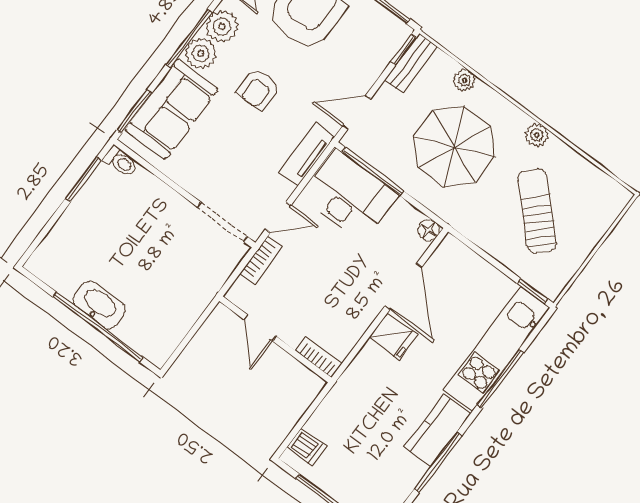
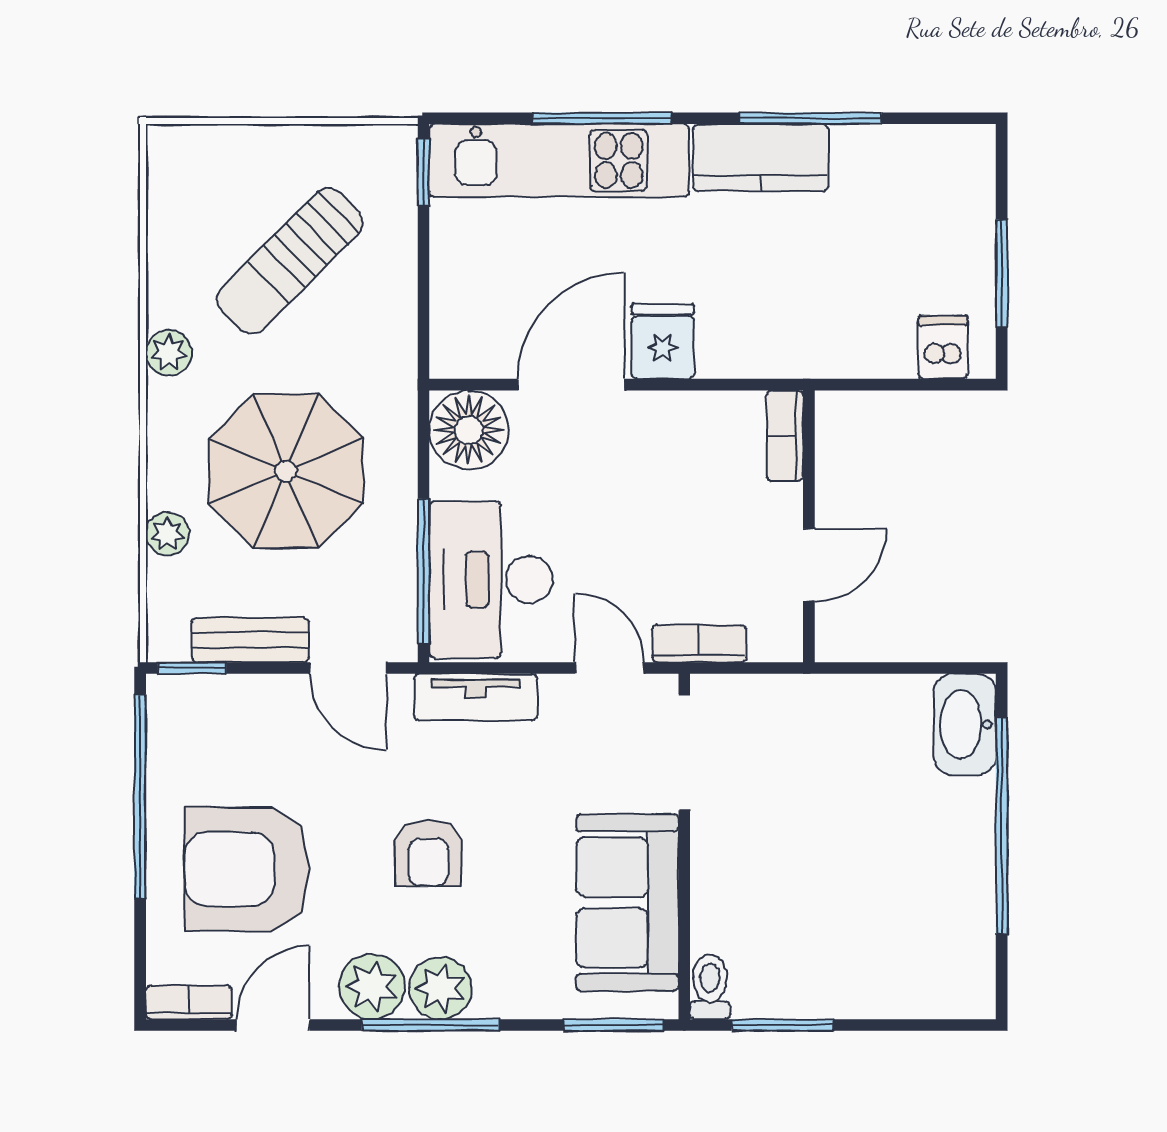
bench: (411, 63) -> (250, 640), moved
armchair: (259, 89) -> (428, 853), turned 90
sofa: (172, 109) -> (627, 903), moved, turned -90
floor lamp: (429, 230) -> (469, 430), width x1.89, depth x1.89
washbasin: (99, 305) -> (965, 724), moved

